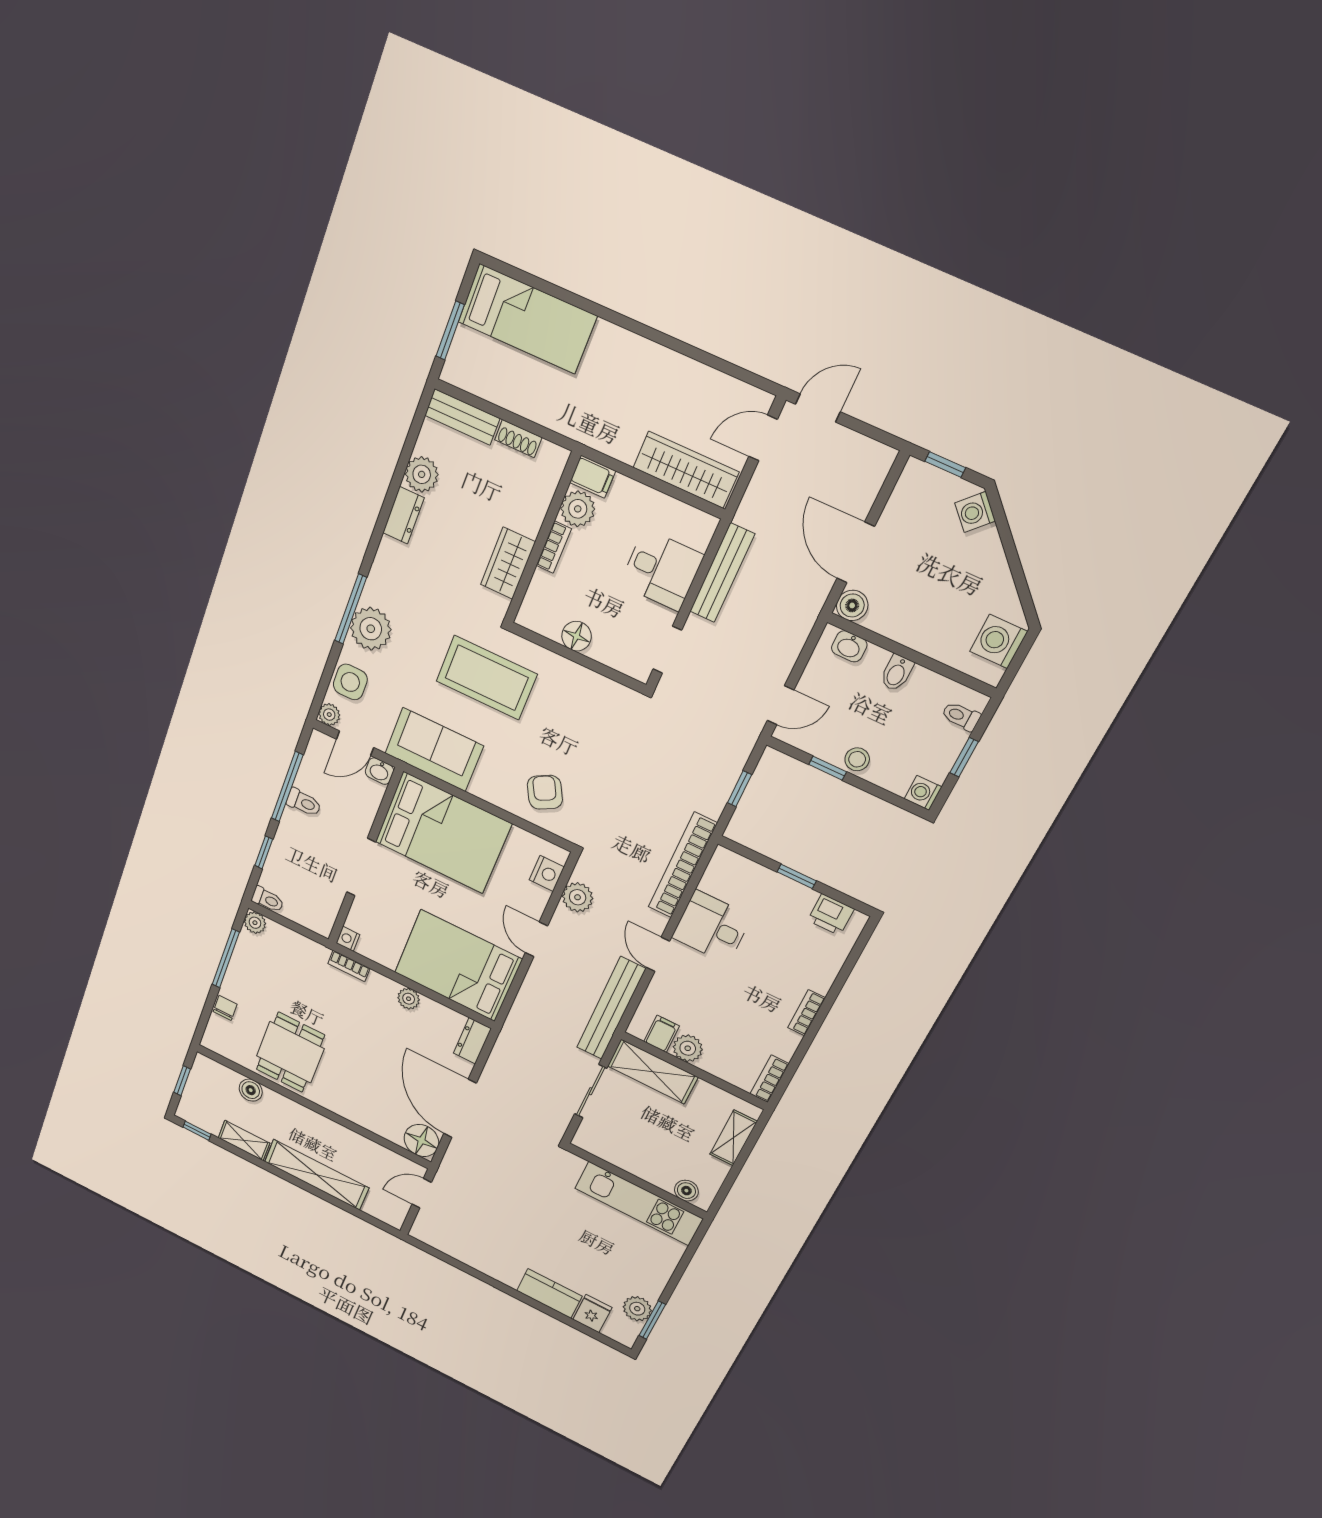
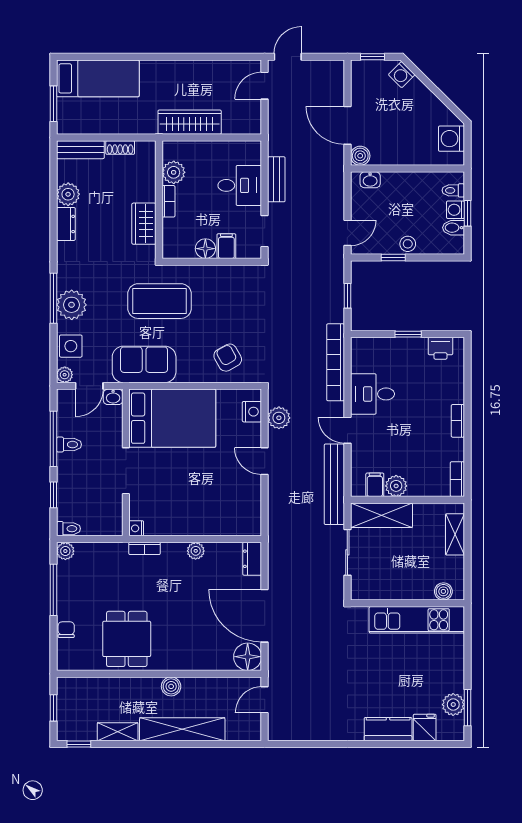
wardrobe: (686, 470) -> (190, 122), moved
filing cabinet: (593, 477) -> (226, 246), moved, turned -90
bench: (722, 573) -> (276, 179), width x0.73
bidet: (897, 673) -> (454, 228), moved, turned 90
washing machine: (923, 793) -> (456, 210), moved
bed: (458, 966) -> (220, 508), removed
boiler: (251, 1090) -> (171, 686), moved

